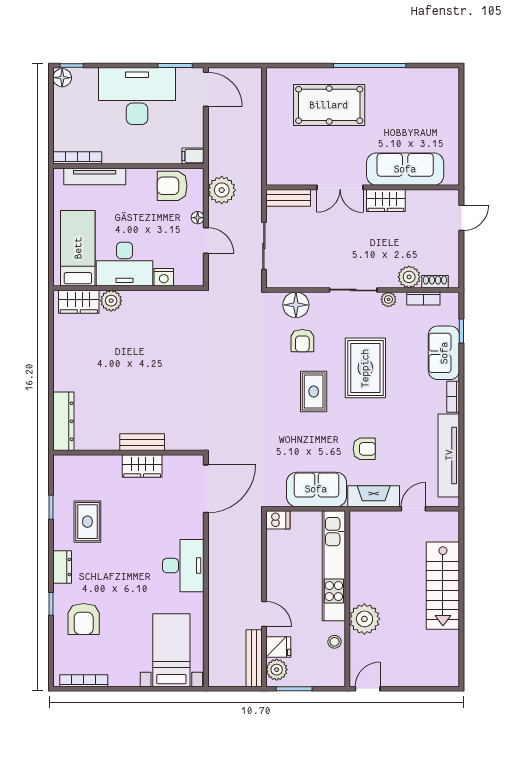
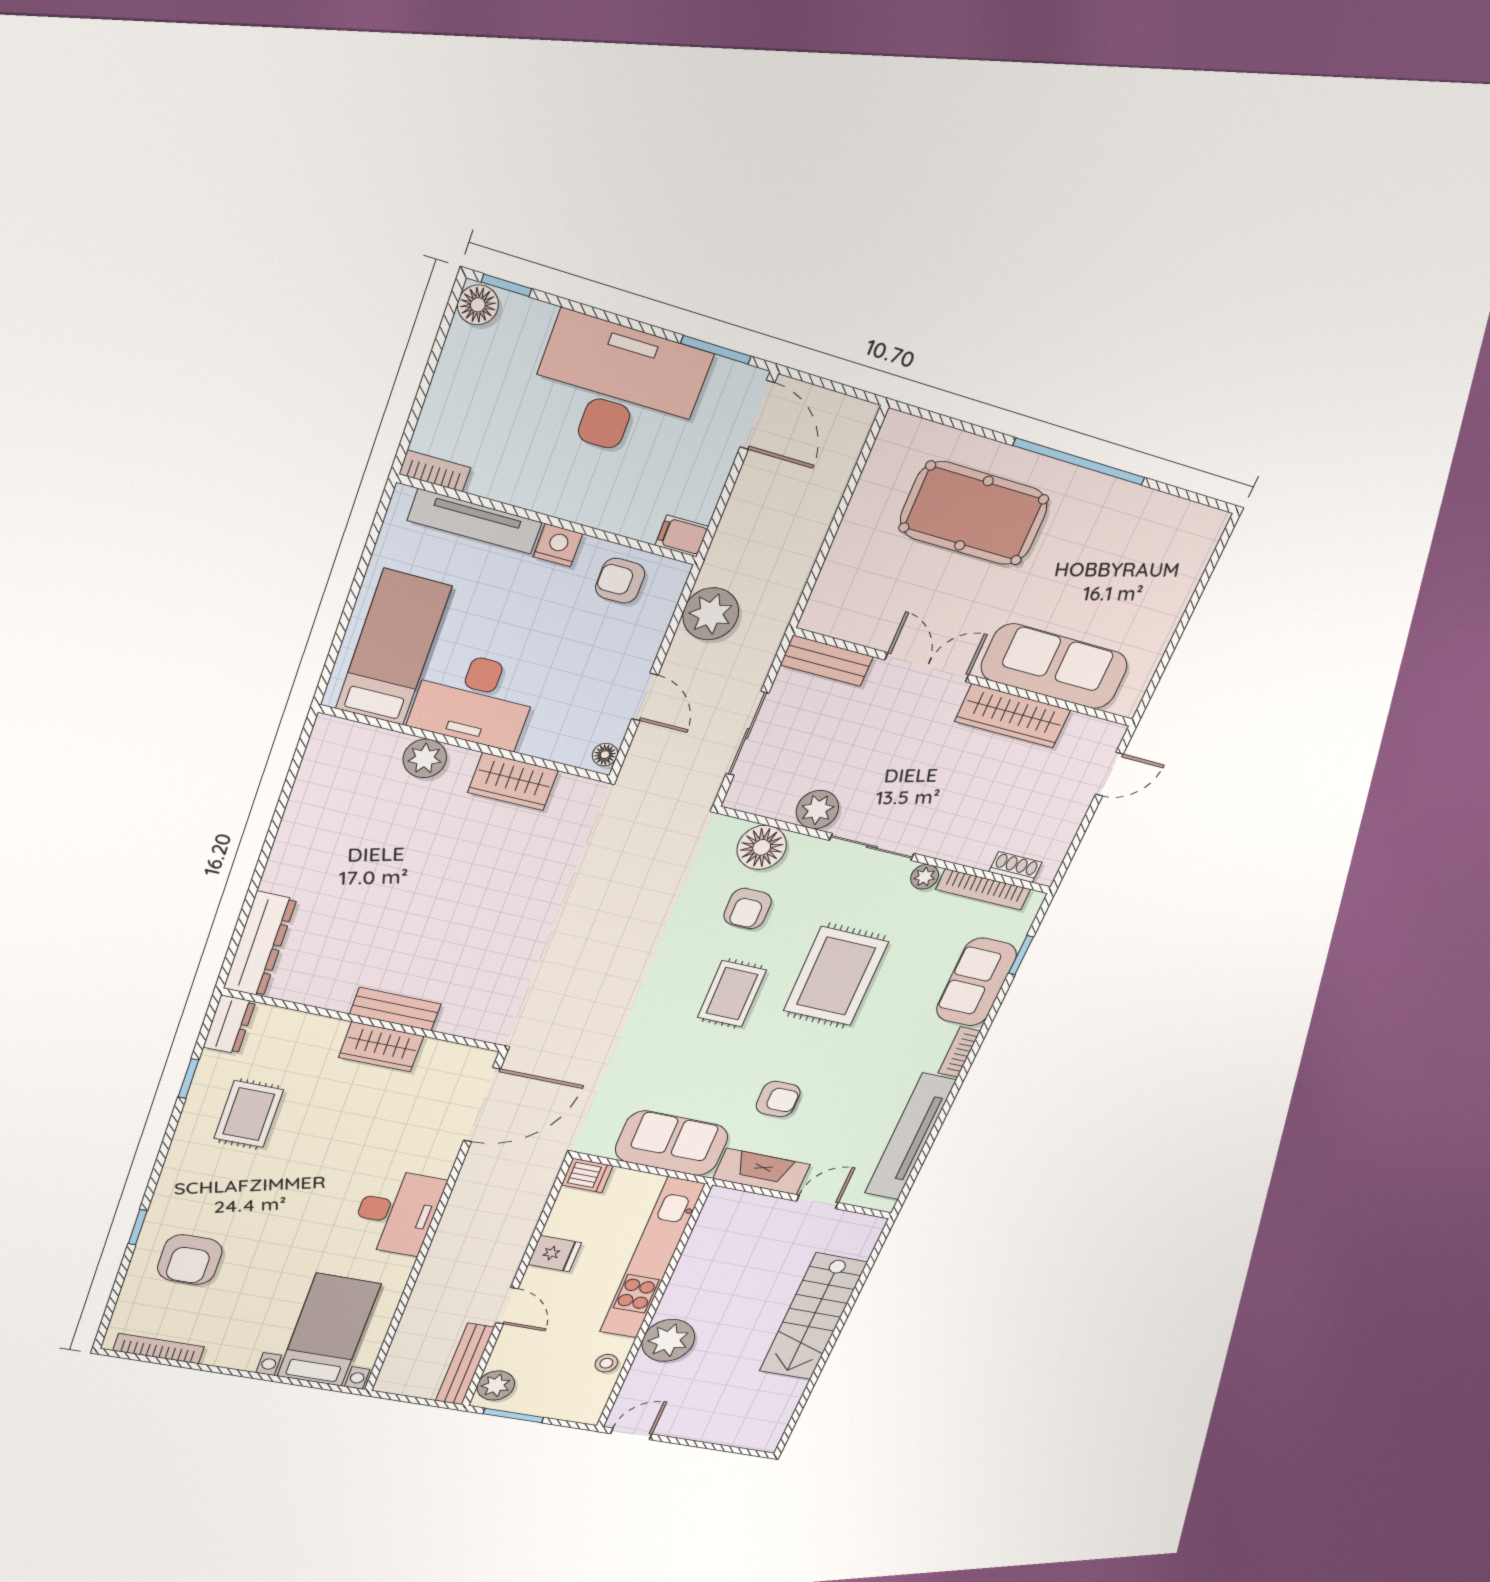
bookcase: (77, 158) -> (435, 471), width x0.64
armchair: (172, 186) -> (620, 581), width x0.72, depth x0.72
double door: (340, 187) -> (927, 667), swing flipped
wardrobe: (386, 201) -> (1013, 716), width x1.50
floor lamp: (198, 218) -> (605, 755), moved
nightstand: (164, 277) -> (558, 545), moved, turned 180
plant: (409, 277) -> (817, 810), moved
bookcase: (423, 299) -> (983, 889), width x1.56
wardrobe: (79, 302) -> (513, 782), moved
dresser: (62, 567) -> (229, 1025), moved
fridge: (278, 647) -> (555, 1254), moved

